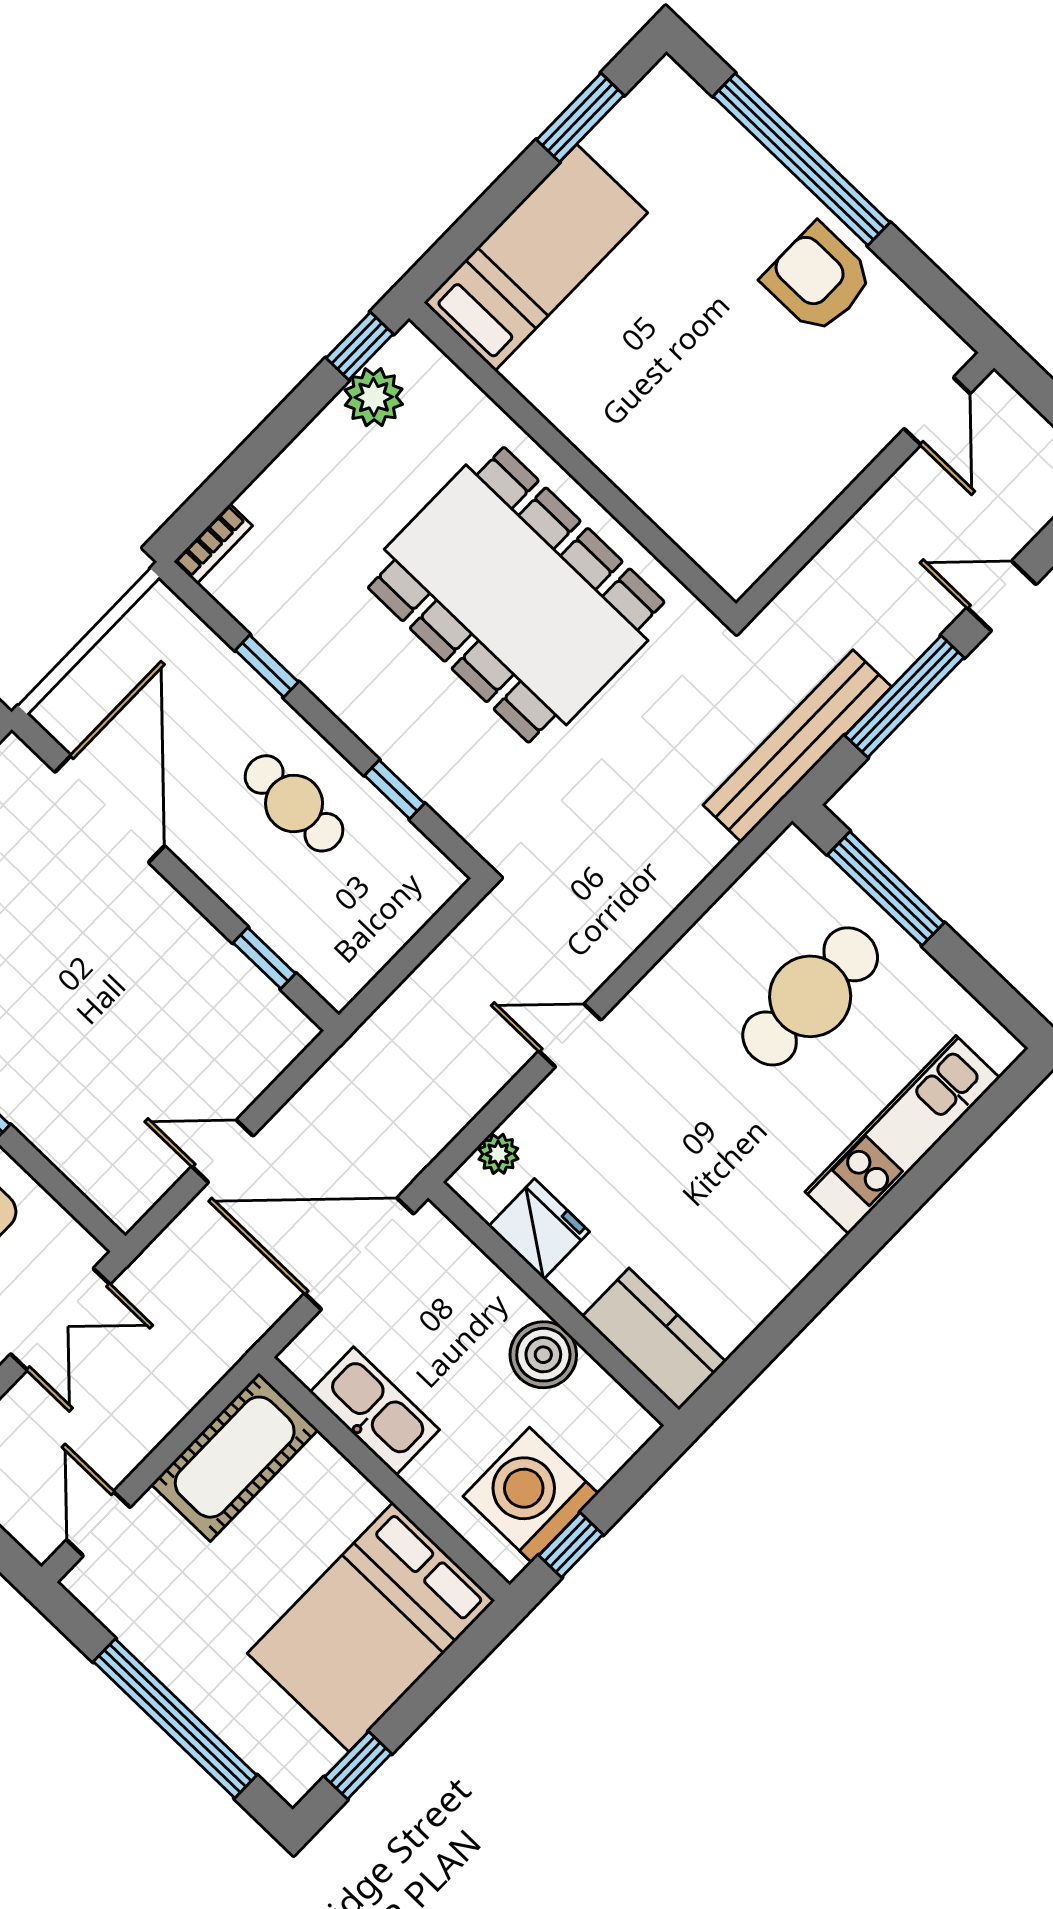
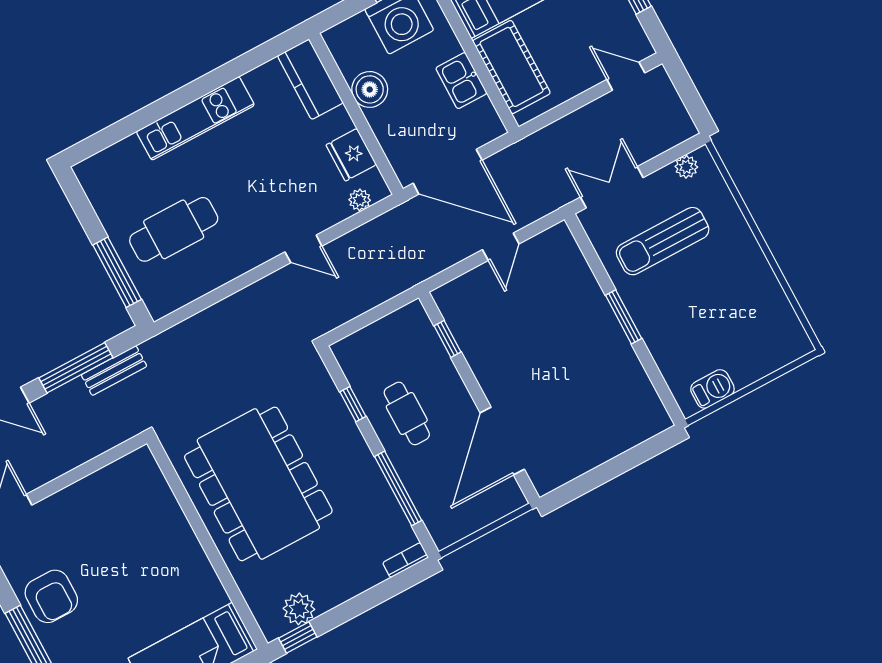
window: (267, 666) -> (398, 488), width x2.17
bench: (797, 746) -> (114, 371), width x0.54, depth x0.82
kitchen unit: (902, 1135) -> (195, 118), moved
door: (222, 1151) -> (501, 247), hinge flipped
kitchen sink: (375, 1411) -> (461, 81), width x0.73
cot: (235, 1457) -> (512, 67), moved, turned 90
door: (98, 1524) -> (626, 76), swing flipped

